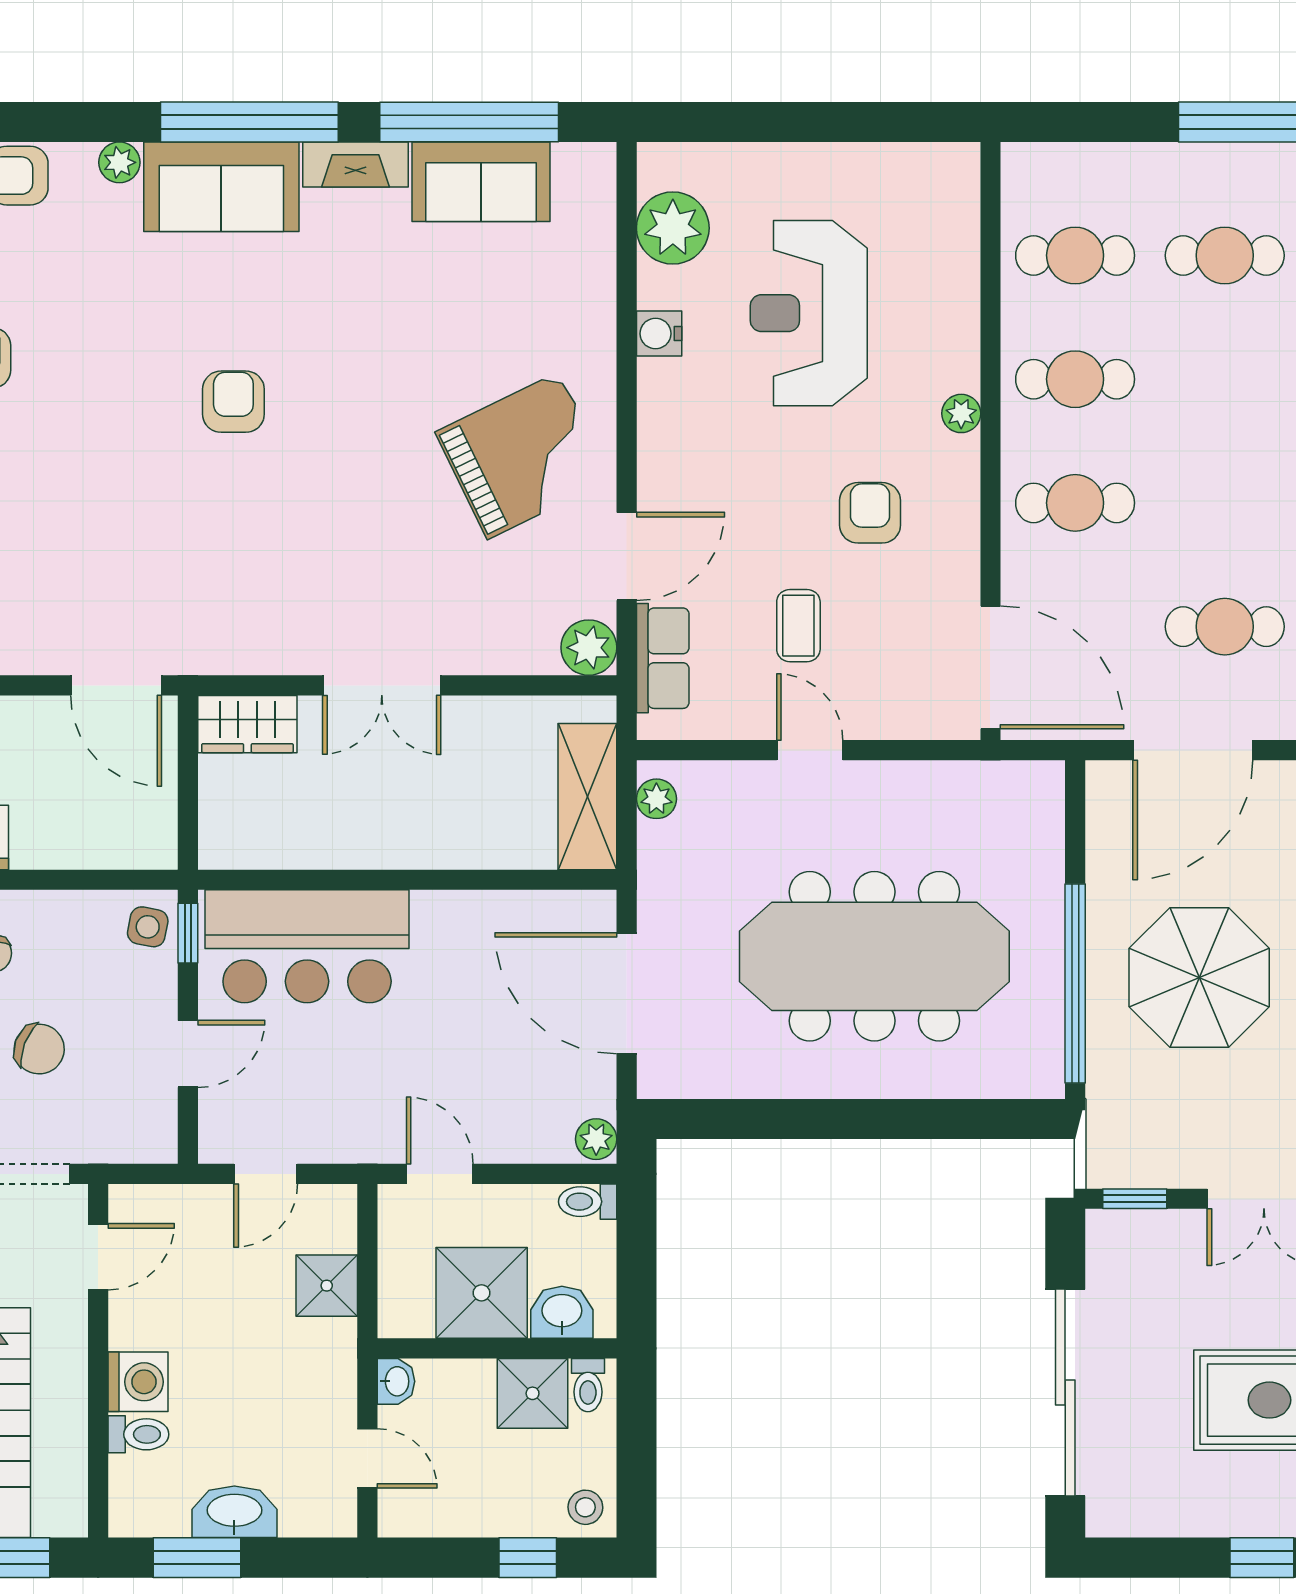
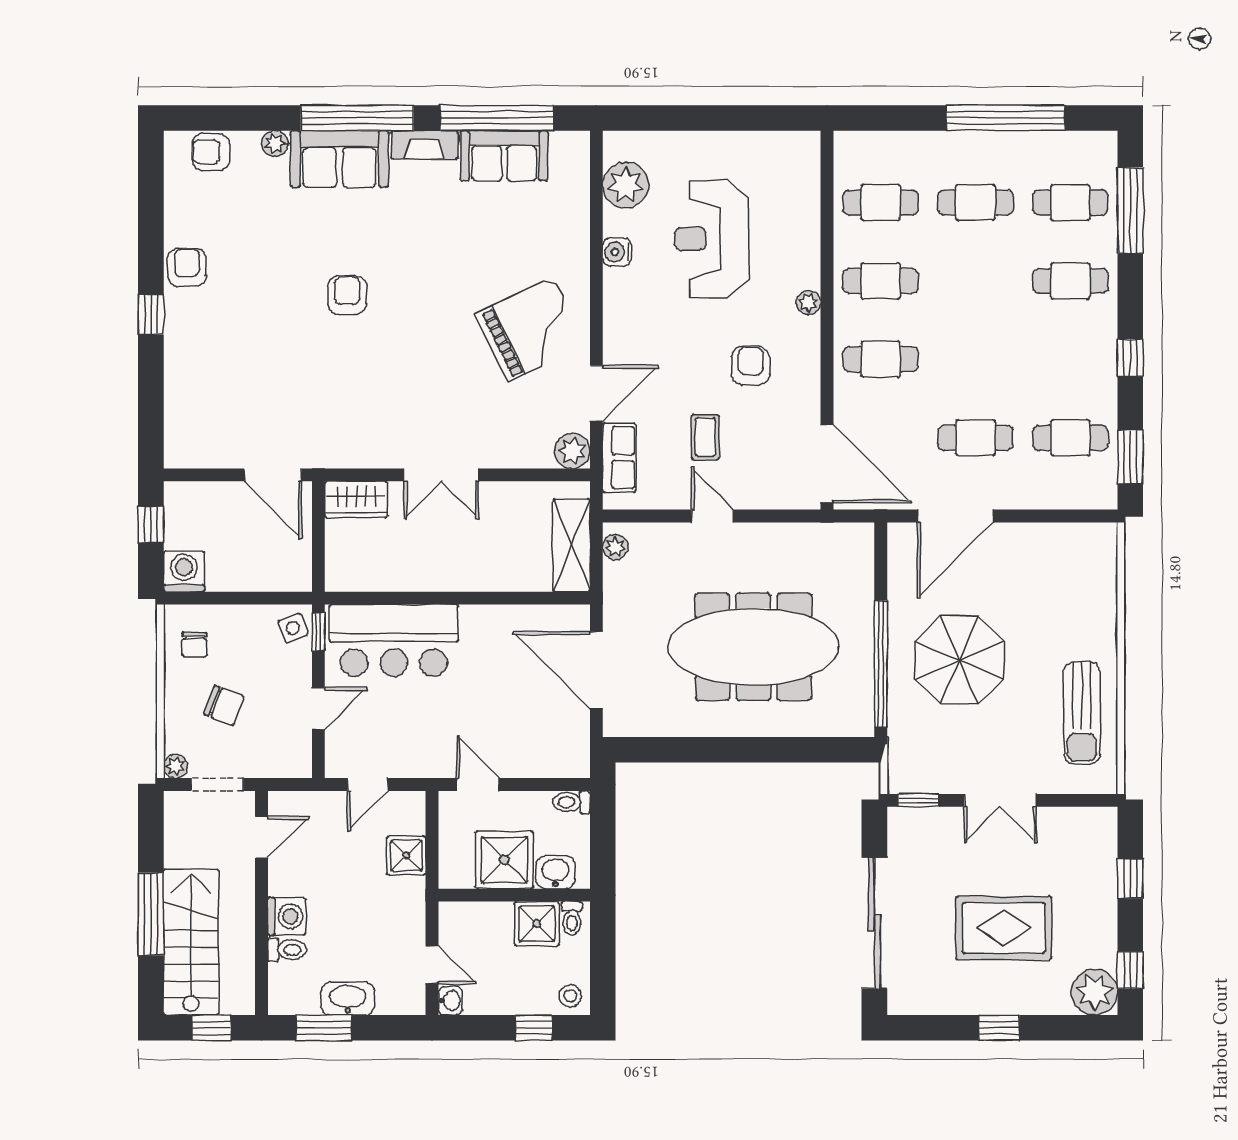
side table: (148, 927) -> (293, 628), turned -32
plant: (596, 1139) -> (577, 763), removed
washbasin: (396, 1381) -> (450, 1001), moved

